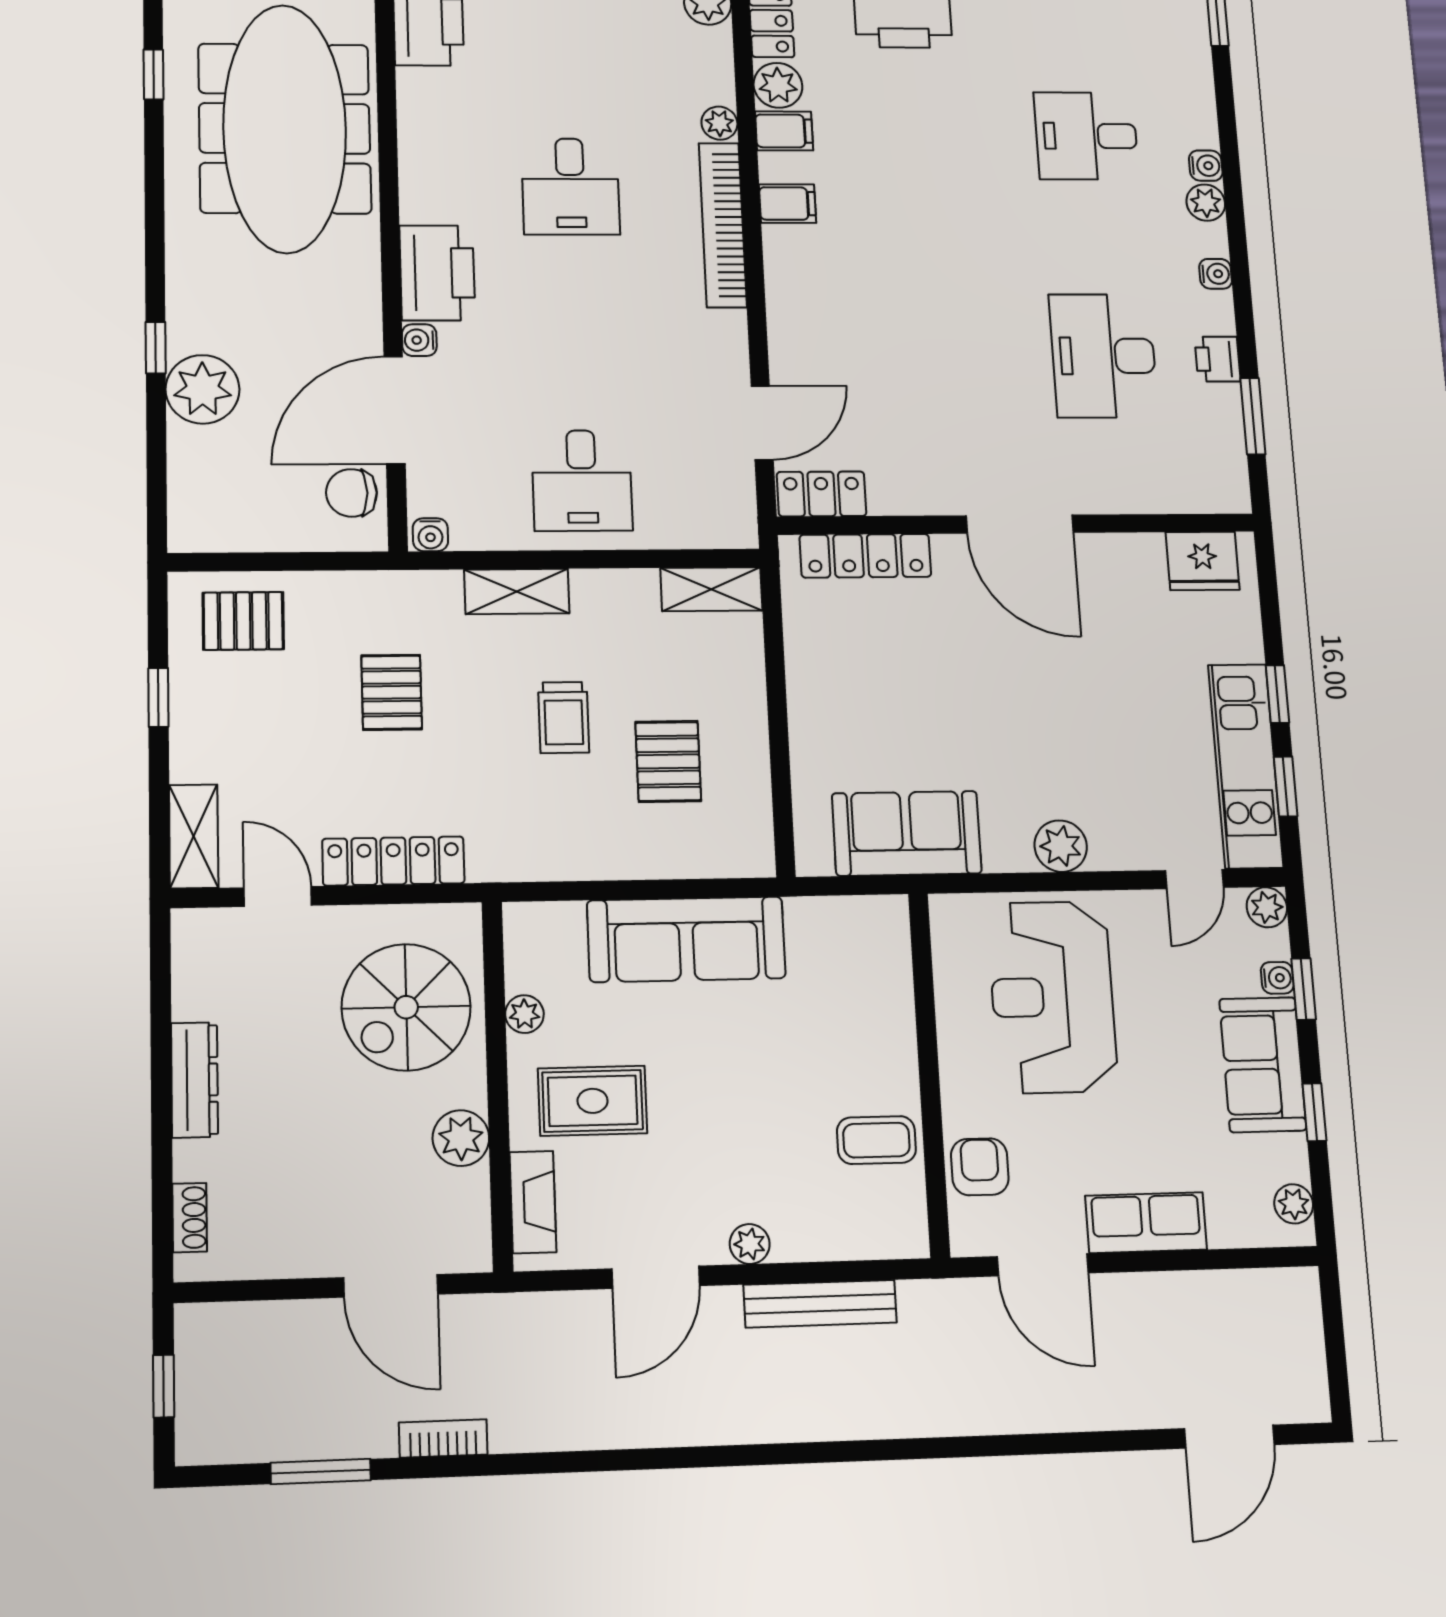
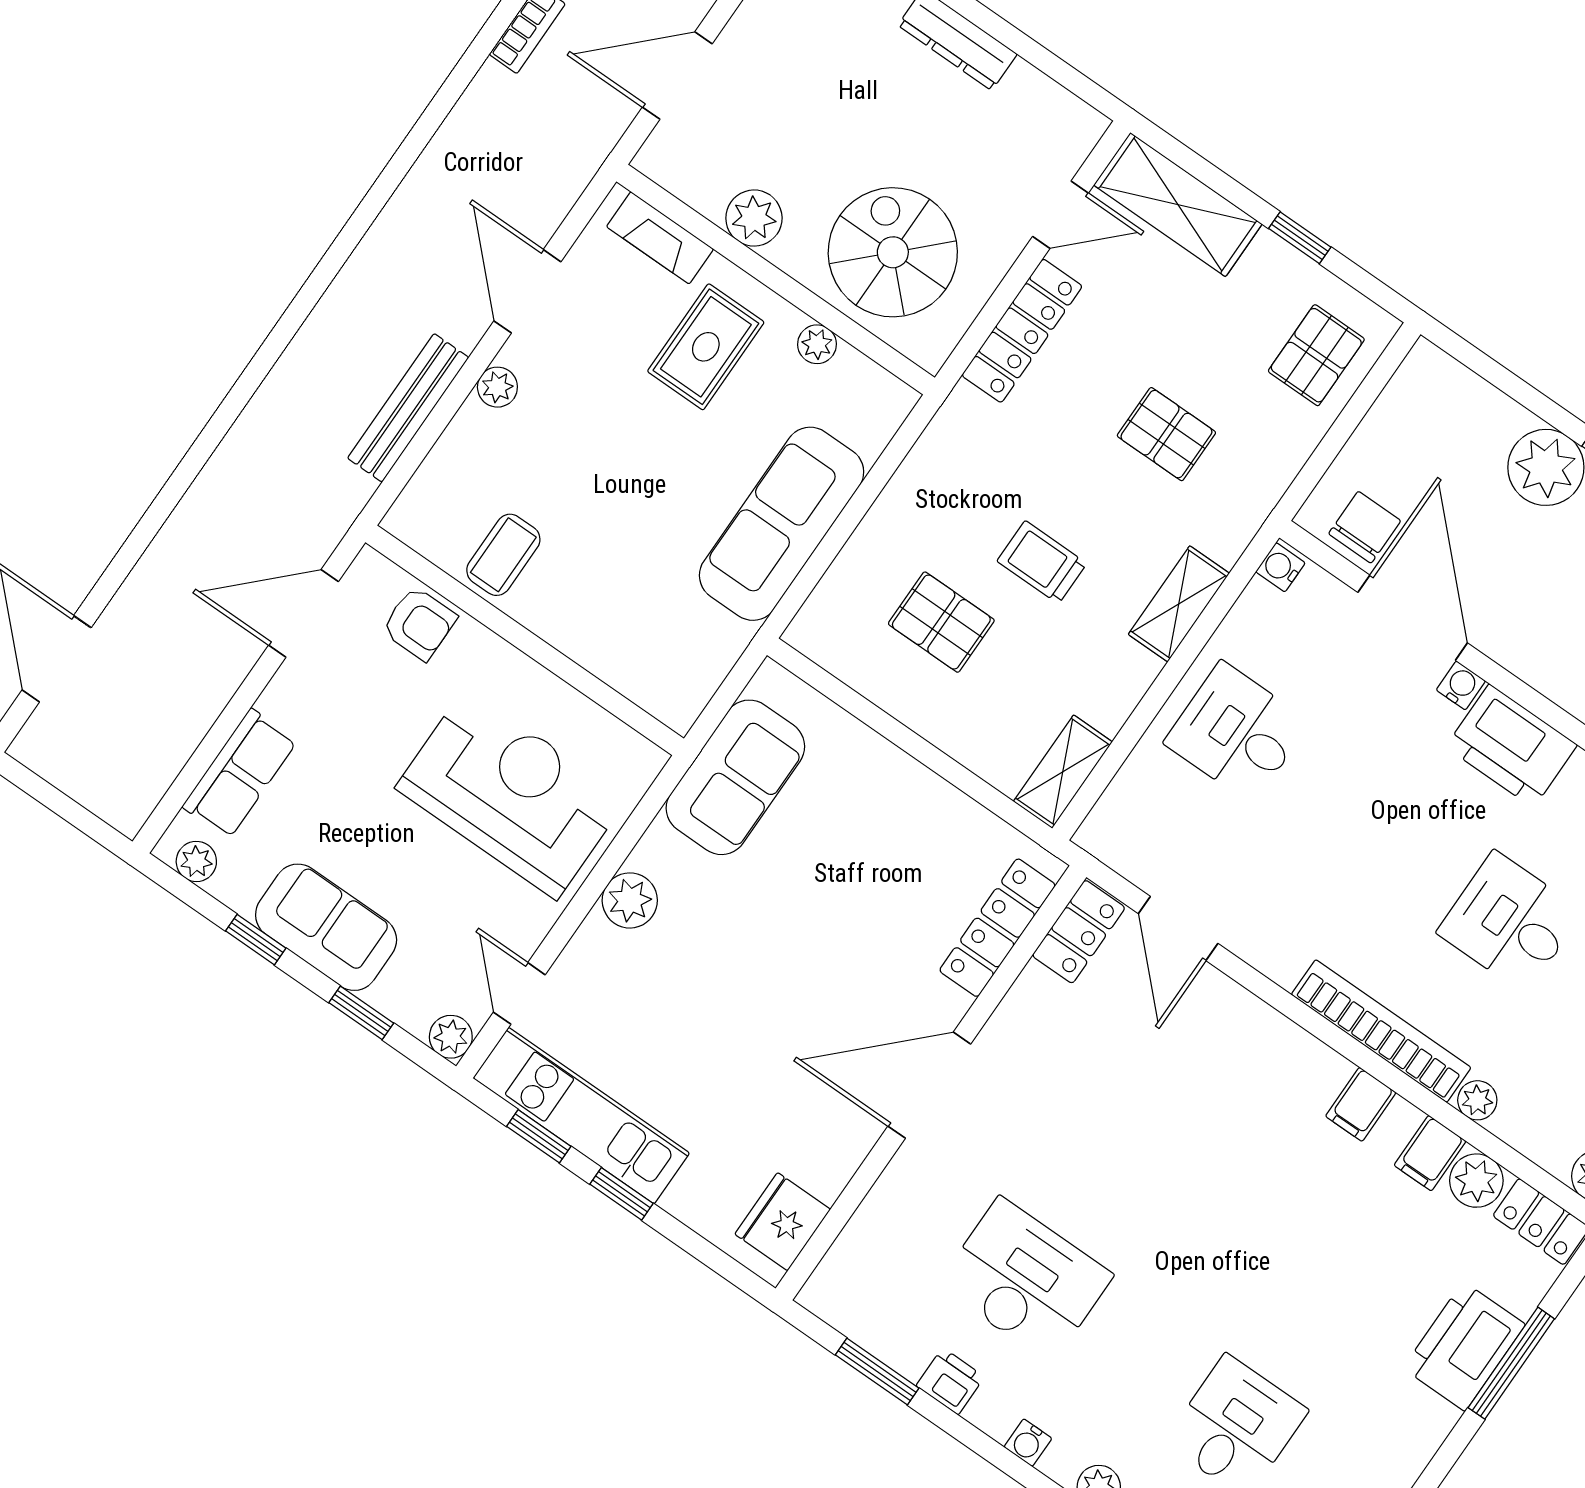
shelving: (194, 836) -> (1178, 205), width x1.50, depth x1.33
water cooler: (1277, 978) -> (387, 998), removed
row of seats: (1146, 1223) -> (240, 774), moved

